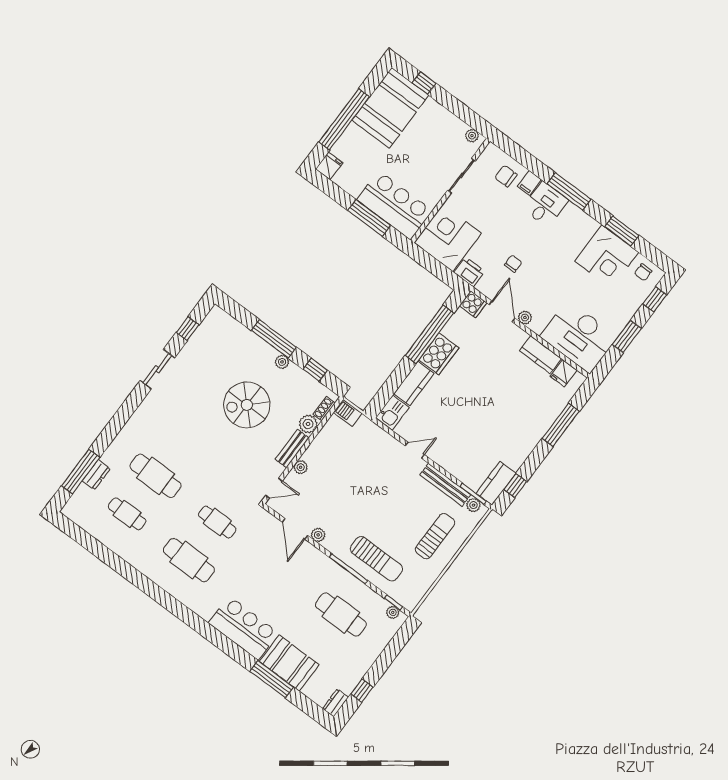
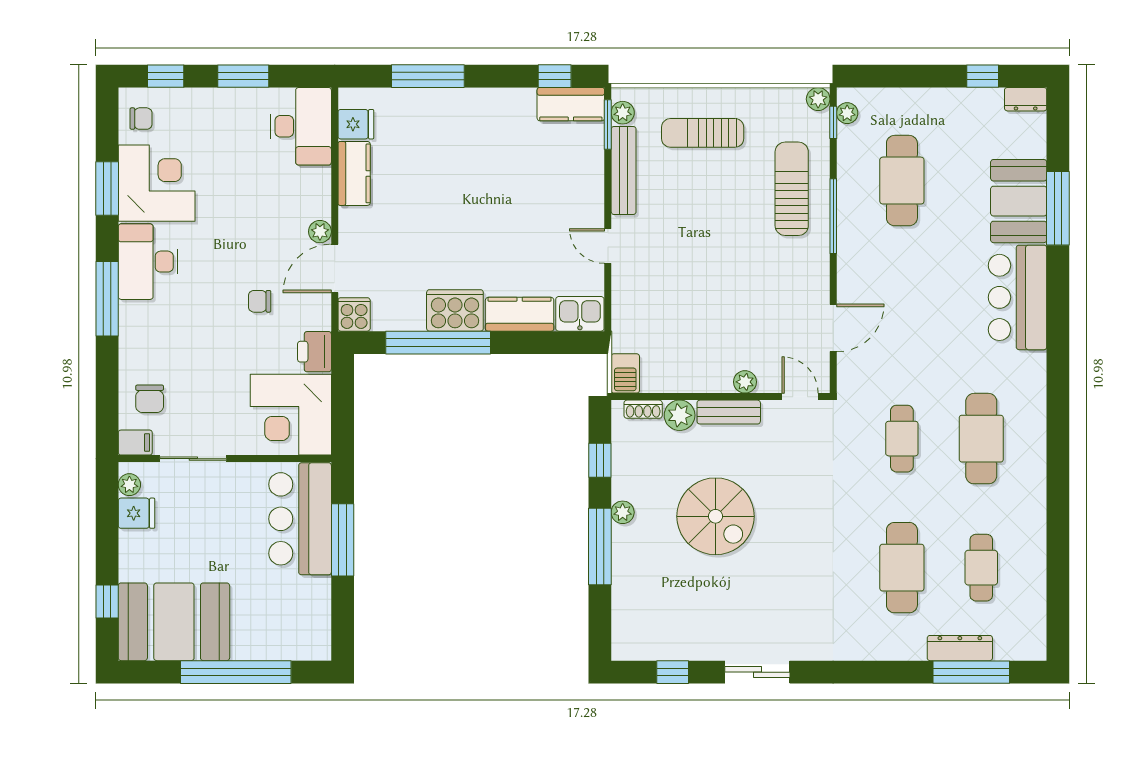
fridge: (329, 166) -> (137, 513), moved, turned 180
filing cabinet: (529, 183) -> (135, 443), moved
desk: (545, 204) -> (148, 262), moved, width x1.37
desk: (579, 337) -> (301, 126), width x0.73, depth x0.77
dresser: (96, 475) -> (960, 648), width x1.44
plant: (318, 535) -> (818, 99), moved

